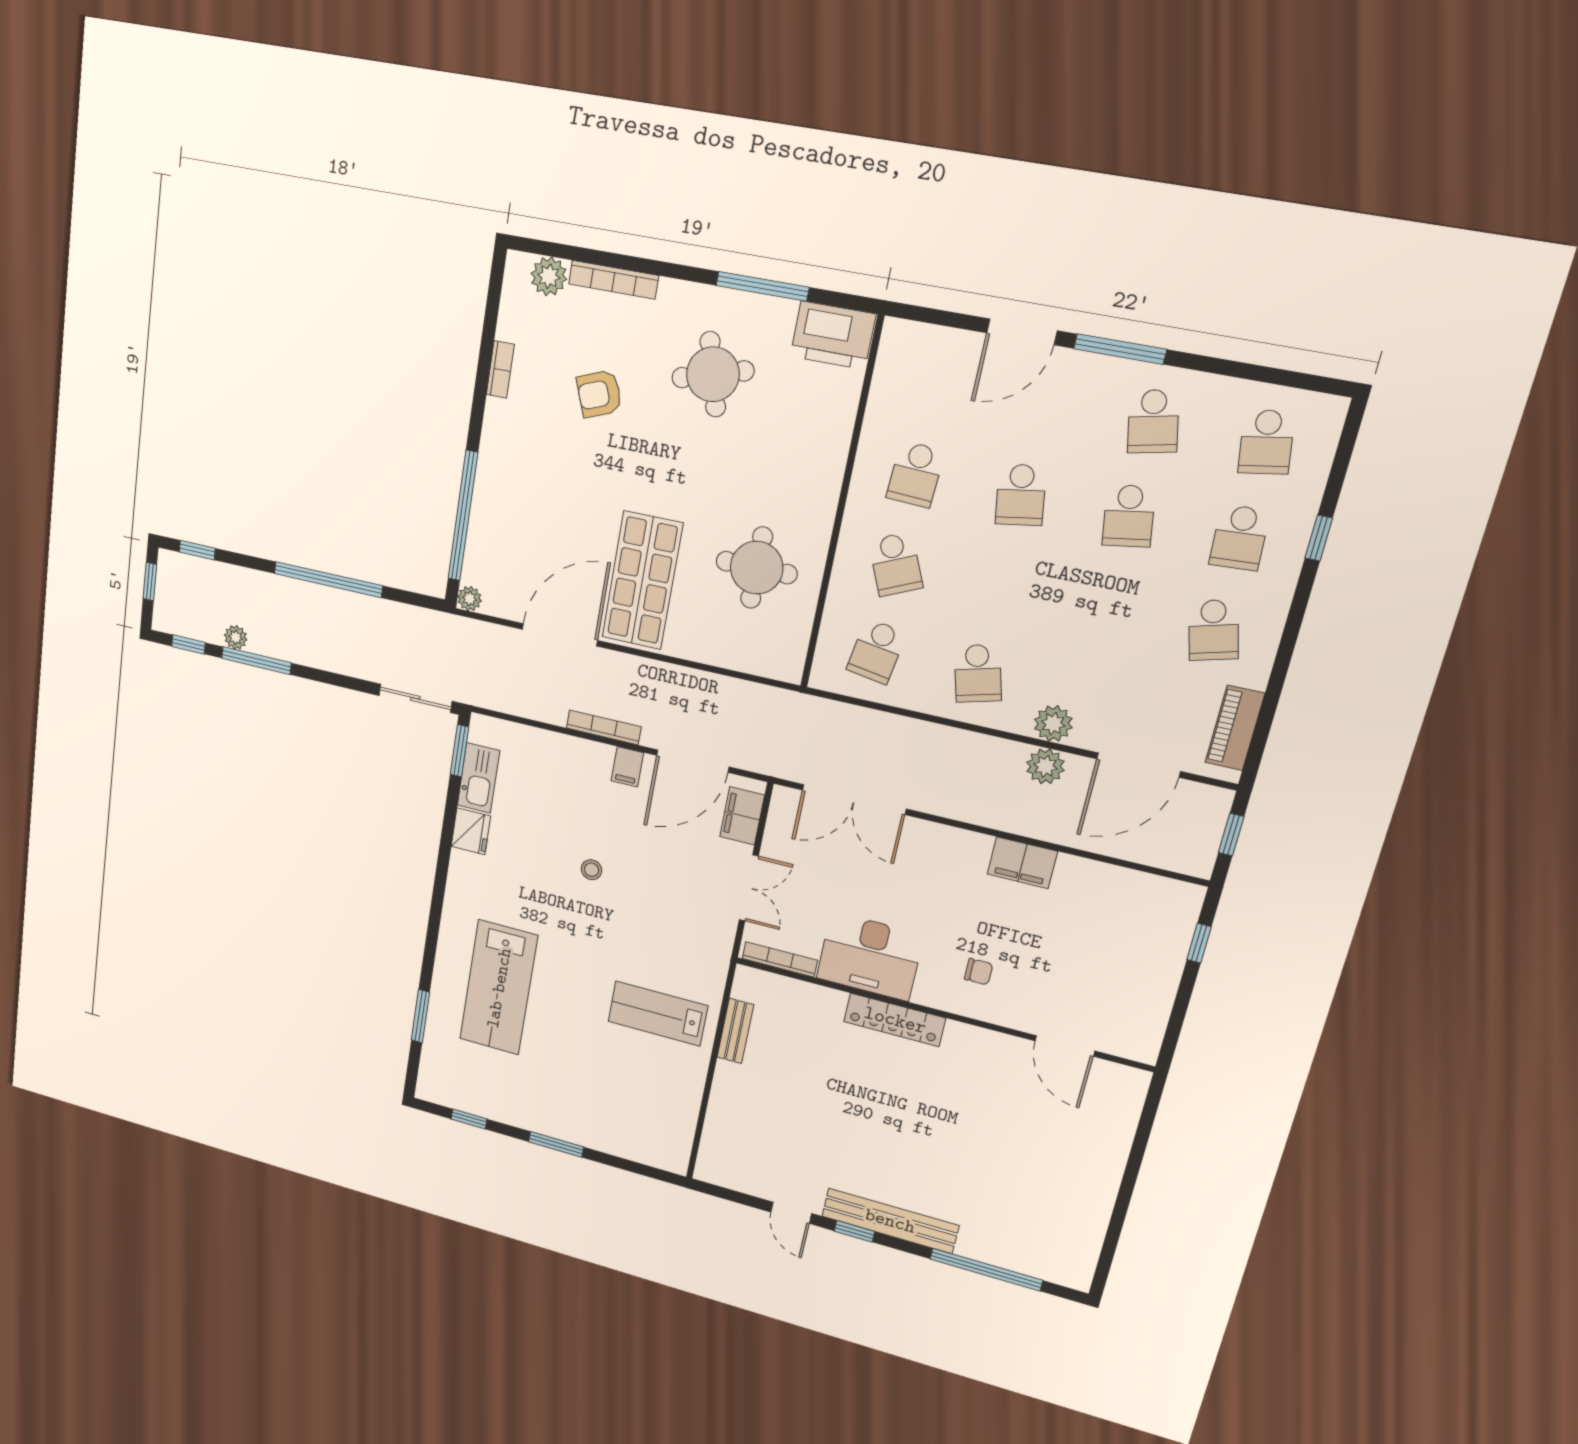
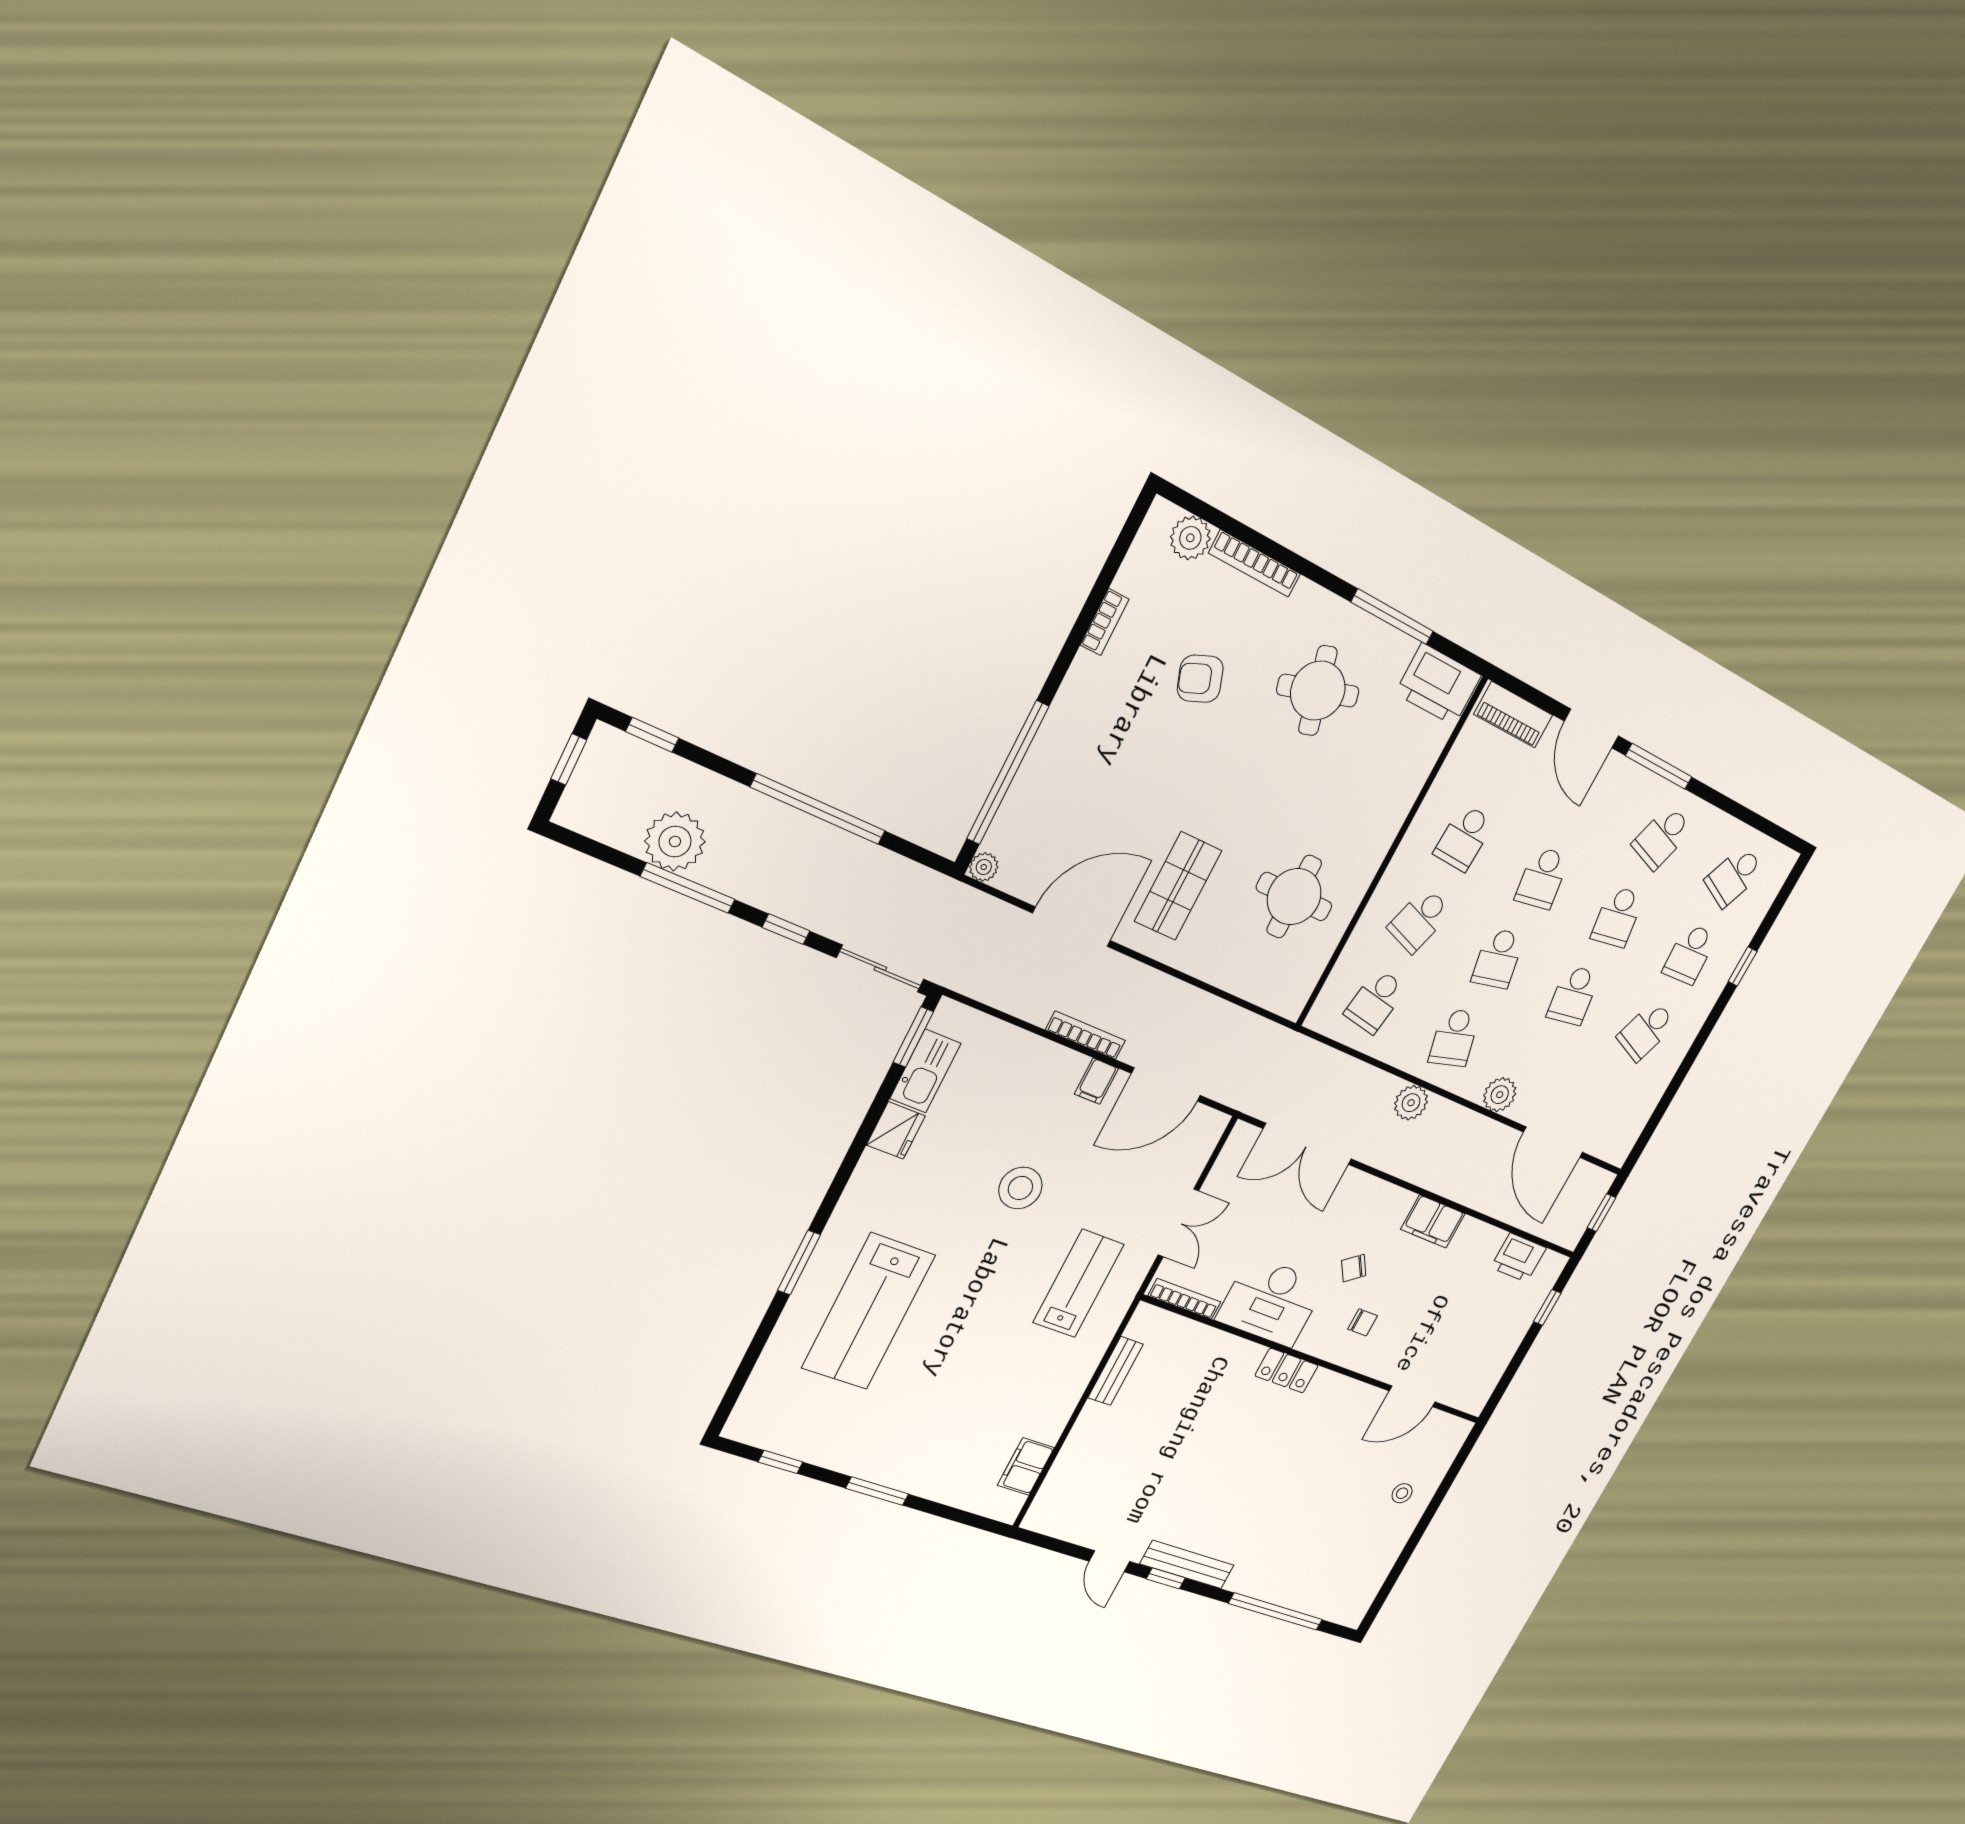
door: (1022, 332) -> (1591, 729), hinge flipped
school desk: (1153, 421) -> (1662, 837), turned 30
school desk: (1266, 442) -> (1734, 876), turned 33
school desk: (896, 564) -> (1419, 920), turned 42
shop shelf: (642, 580) -> (1178, 886), width x0.70, depth x0.74
school desk: (999, 586) -> (1498, 958), added
school desk: (1105, 607) -> (1573, 995), added
school desk: (1213, 630) -> (1646, 1031), turned 36
plant: (236, 637) -> (675, 841), width x1.88, depth x1.88
window: (189, 644) -> (786, 929), moved
piano: (1235, 728) -> (1513, 715), moved, turned -90
door: (1138, 765) -> (1553, 1142), hinge flipped
plant: (1045, 766) -> (1411, 1103), moved
filing cabinet: (742, 816) -> (1026, 1466), moved
stool: (592, 870) -> (1020, 1188), width x1.89, depth x1.89
printer: (1141, 892) -> (1519, 1258), added
chair: (948, 917) -> (1354, 1268), added
lab bench: (658, 1014) -> (1079, 1283), moved, turned 90
window: (420, 1016) -> (799, 1263), moved
locker: (895, 1020) -> (1287, 1371), width x0.66
door: (1065, 1046) -> (1412, 1396), hinge flipped
stool: (1090, 1149) -> (1402, 1493), added
bench: (890, 1221) -> (1187, 1565), width x0.73, depth x0.82

